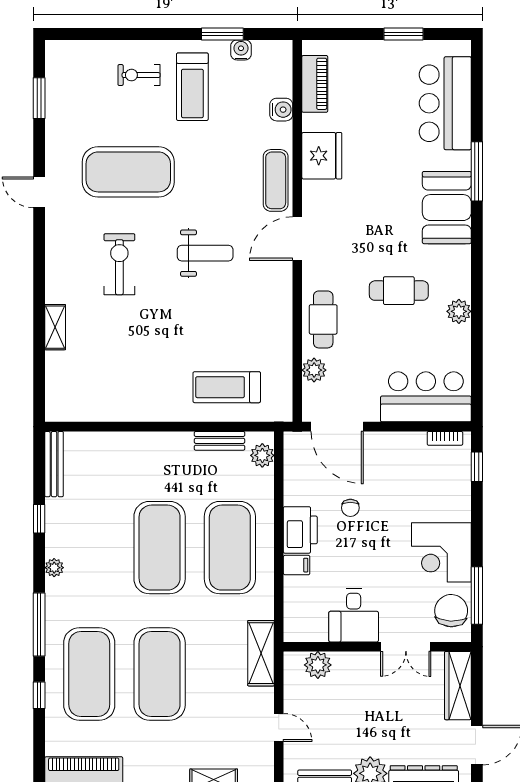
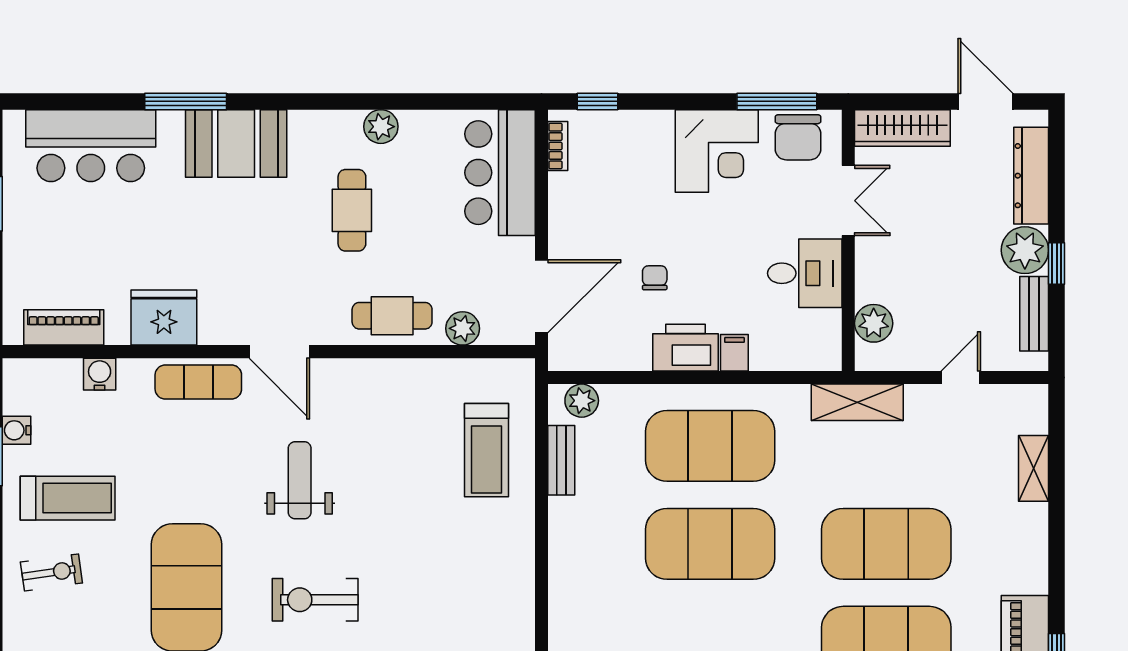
exercise bike: (139, 75) -> (51, 572), turned -98
chair: (350, 508) -> (655, 278), turned -90
chair: (451, 611) -> (798, 137), turned -93

